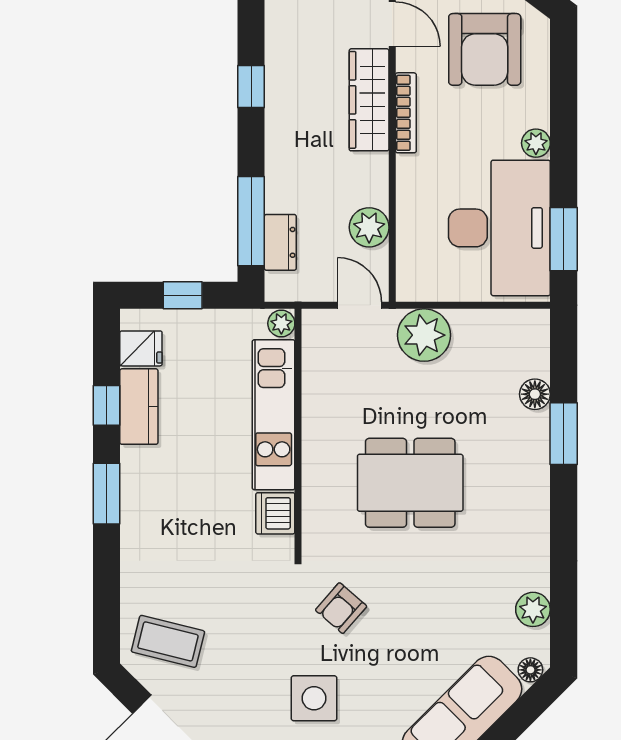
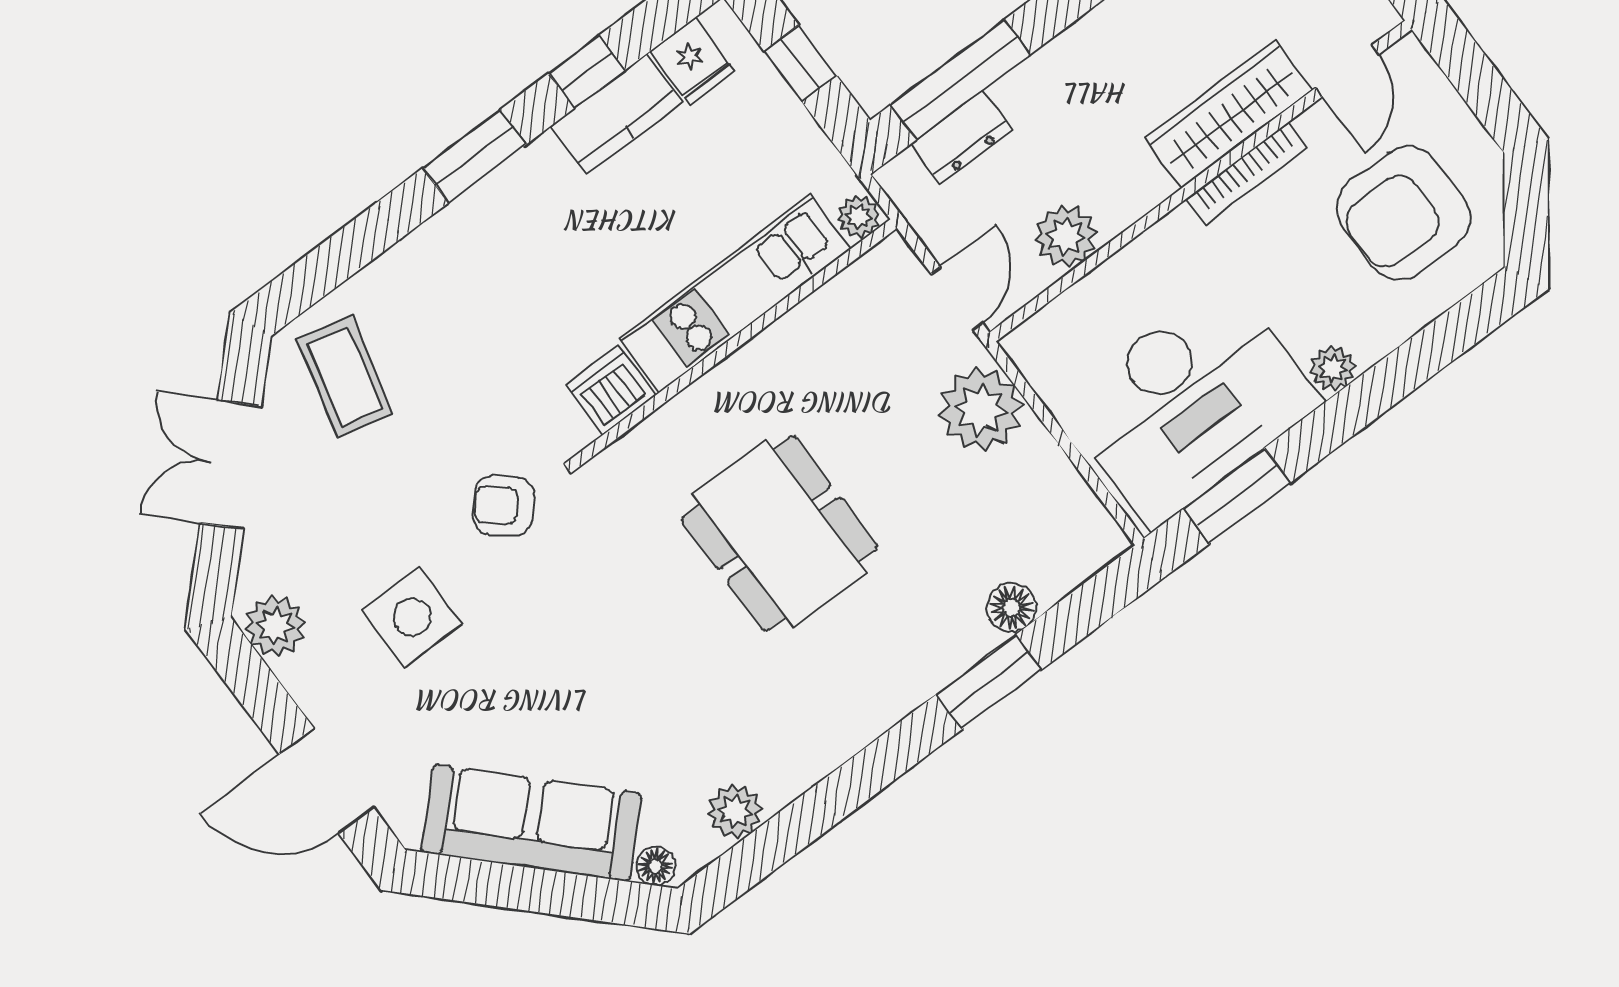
armchair: (341, 608) -> (503, 506), moved

